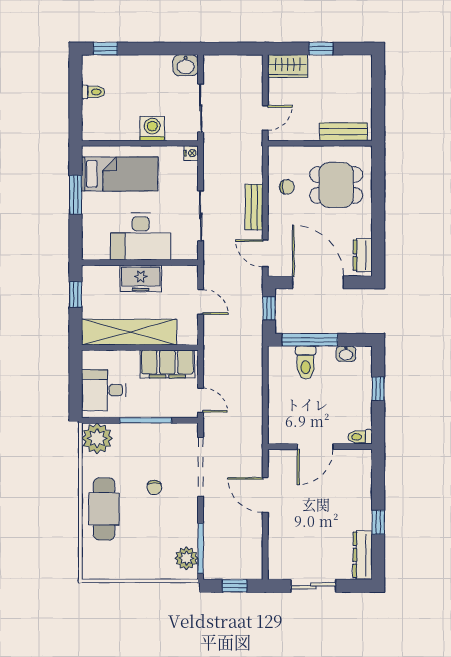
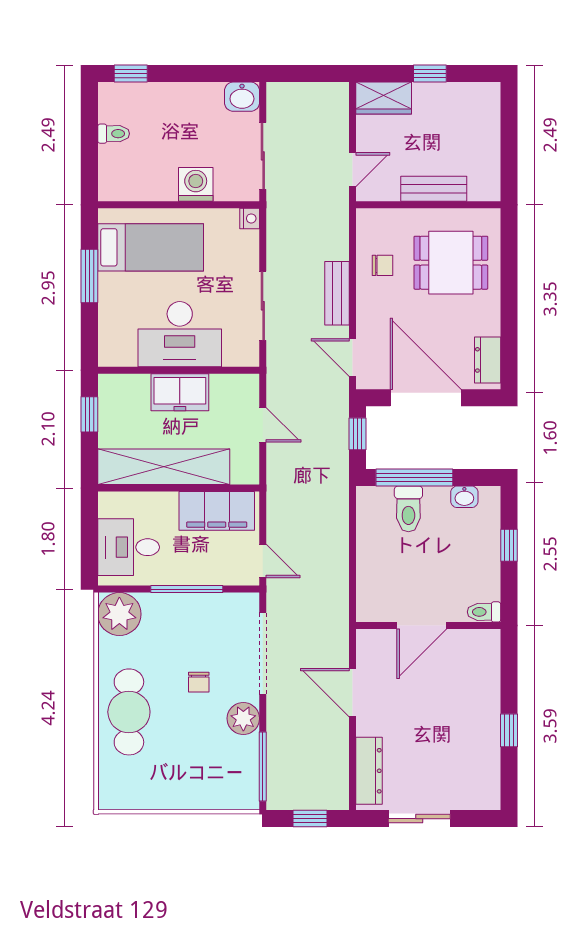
bench: (343, 132) -> (434, 189), moved
dresser: (363, 555) -> (369, 771), moved, turned 180
plant: (187, 558) -> (243, 718), moved

